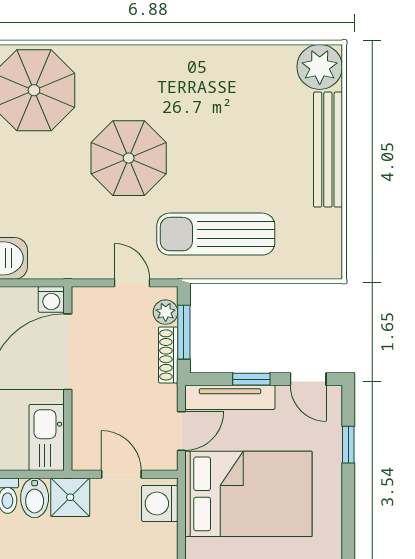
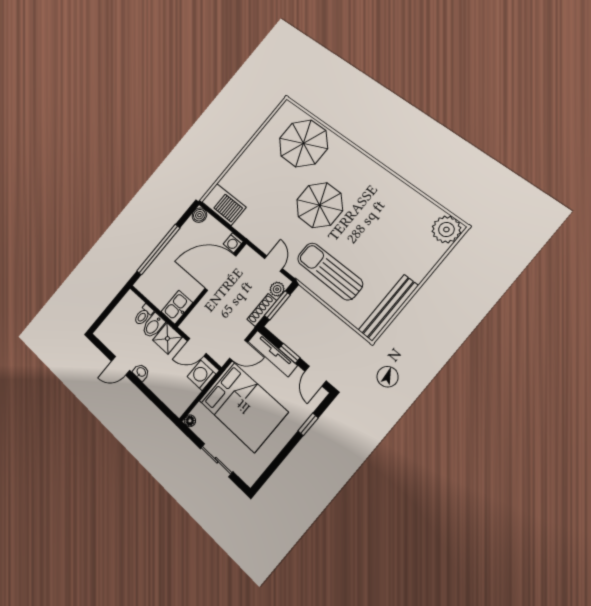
bench: (328, 150) -> (388, 308), moved
kitchen sink: (47, 437) -> (177, 307), width x0.73
door: (121, 474) -> (197, 347), swing flipped

